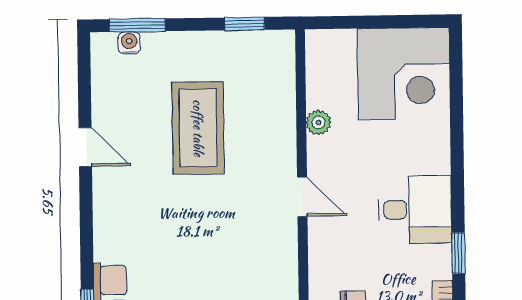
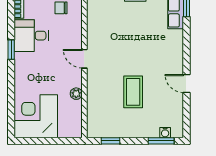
coffee table: (198, 128) -> (133, 92), width x0.73, depth x0.76
desk: (415, 209) -> (31, 36), moved
window: (458, 253) -> (11, 50), moved

